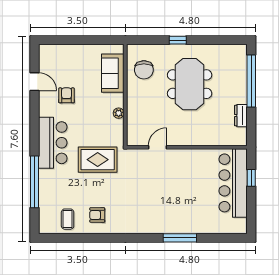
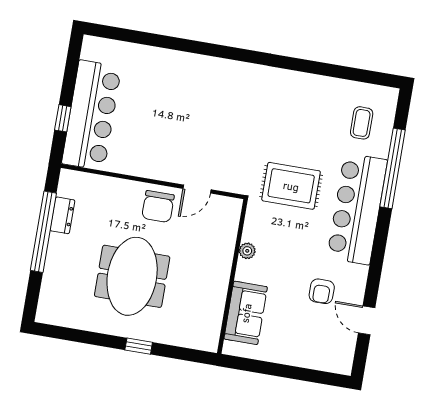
chair: (144, 70) -> (158, 207), moved, turned 180
window: (251, 81) -> (43, 232), moved
bar counter: (53, 143) -> (357, 209), width x1.36
armchair: (97, 215) -> (306, 102), removed
coffee table: (68, 219) -> (362, 123), moved
window: (180, 238) -> (187, 46), removed

